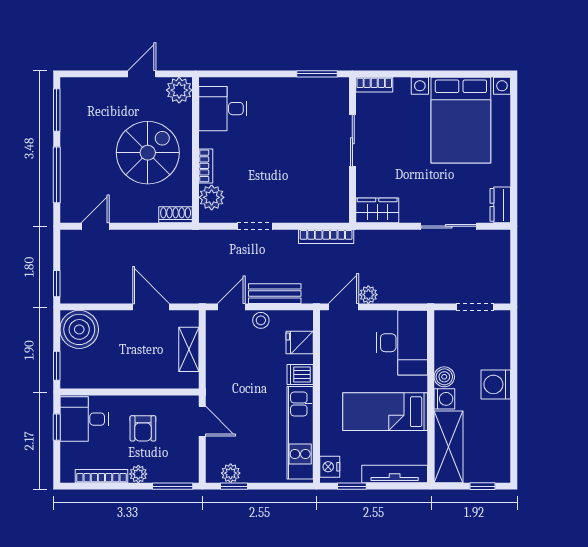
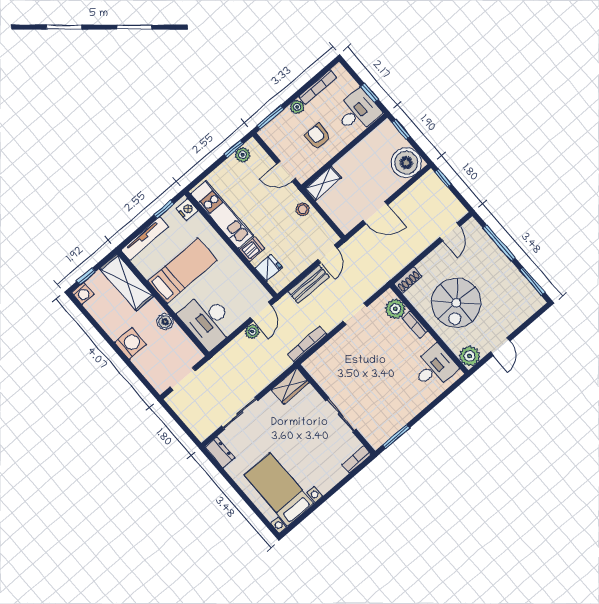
bed with nightstands: (461, 120) -> (279, 489), width x0.73
stool: (261, 320) -> (303, 209), moved
shelving: (189, 349) -> (323, 183), moved, turned 90
washing machine: (444, 399) -> (83, 293), moved, turned -90

